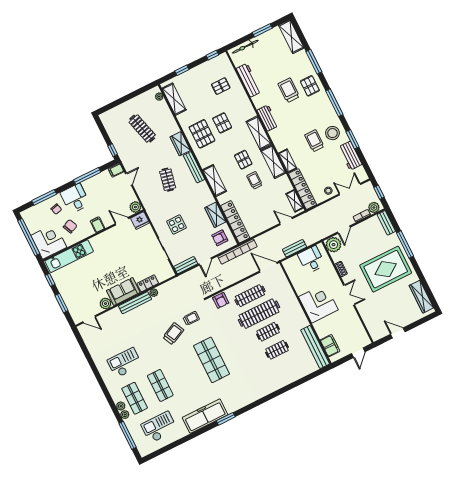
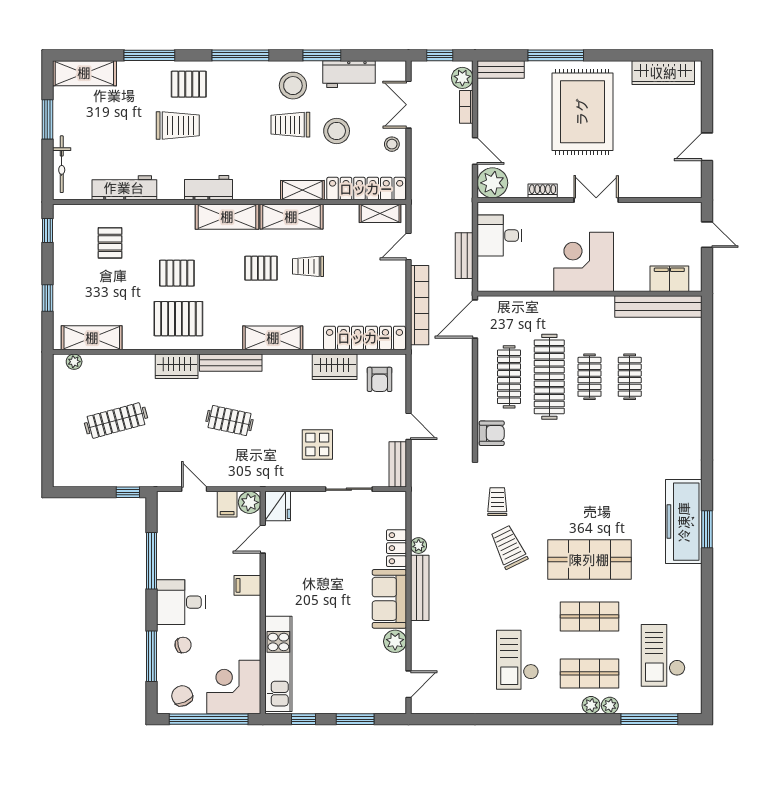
trolley: (289, 90) -> (178, 125), turned 180
stool: (322, 163) -> (337, 131), added
filing cabinet: (116, 170) -> (227, 504), moved
chair: (70, 226) -> (182, 696), moved
bookcase: (237, 252) -> (420, 305), moved
shop shelf: (211, 360) -> (589, 560), moved
freezer: (205, 416) -> (684, 522), moved

